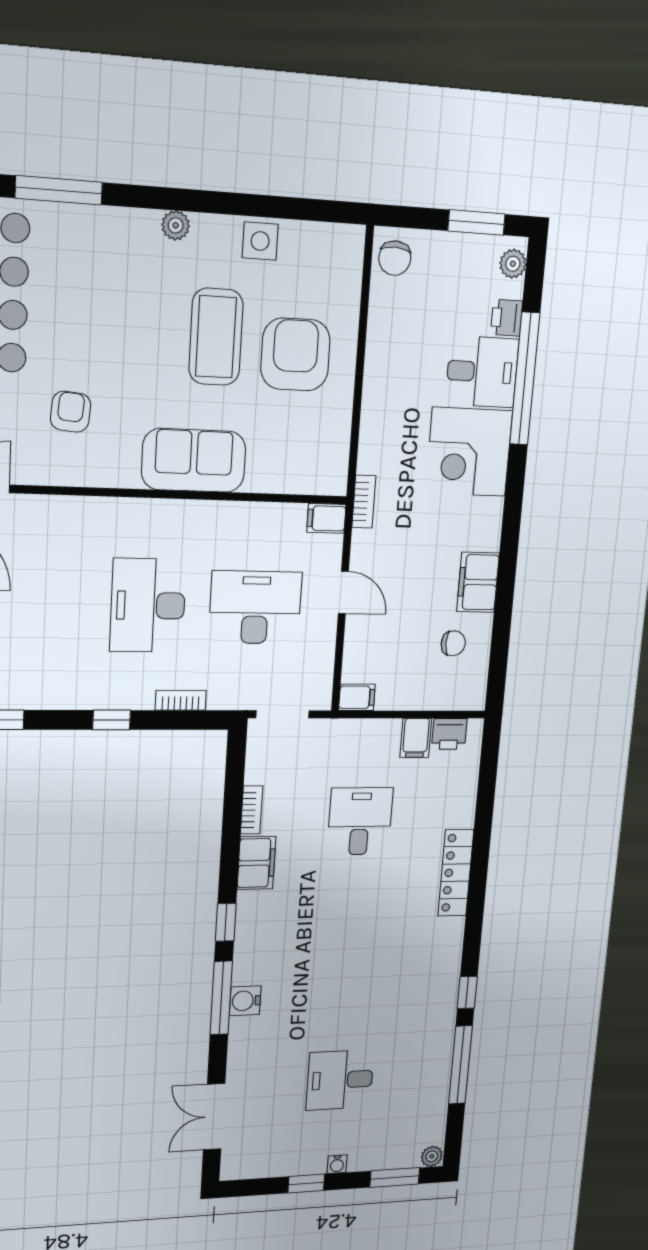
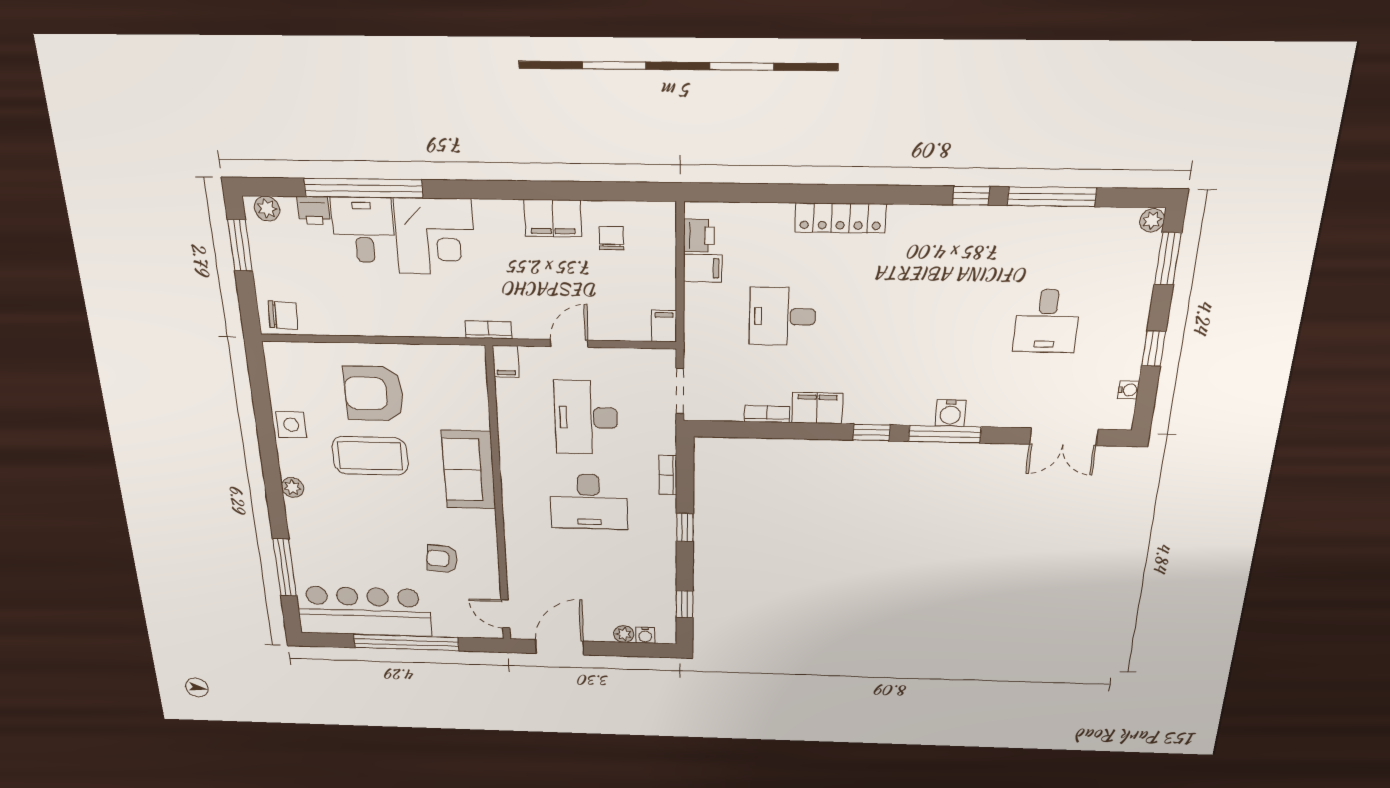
water cooler: (337, 1164) -> (1129, 390), moved

